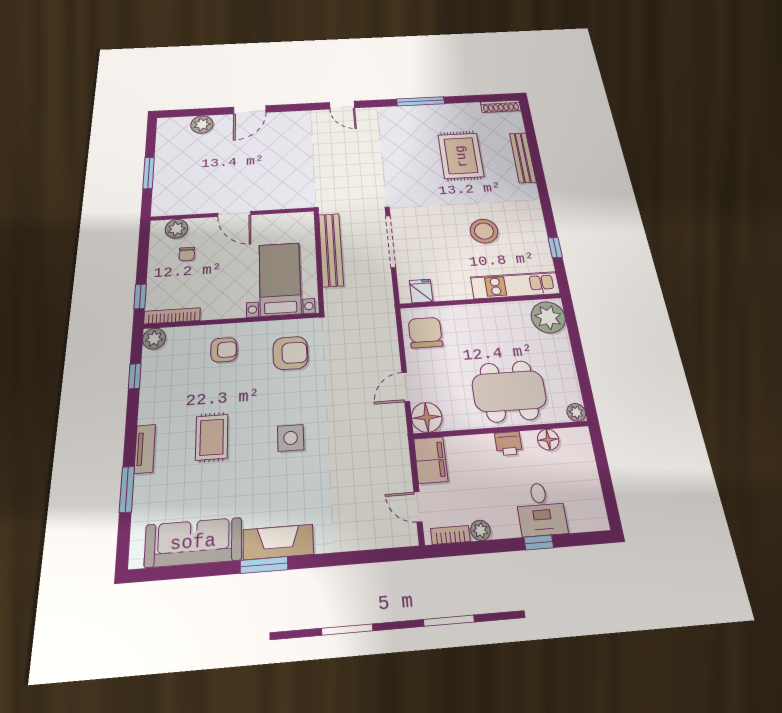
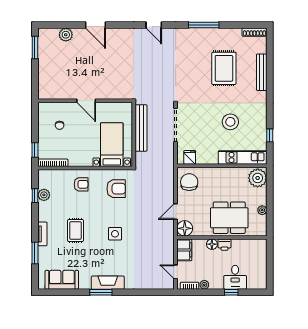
door: (250, 110) -> (95, 25), hinge flipped
window: (149, 173) -> (35, 48), moved
plant: (176, 229) -> (53, 108), removed
plant: (154, 339) -> (44, 195), moved
plant: (576, 412) -> (262, 210), moved
floor lamp: (548, 440) -> (212, 244), moved
sofa: (193, 542) -> (62, 280), width x0.73

